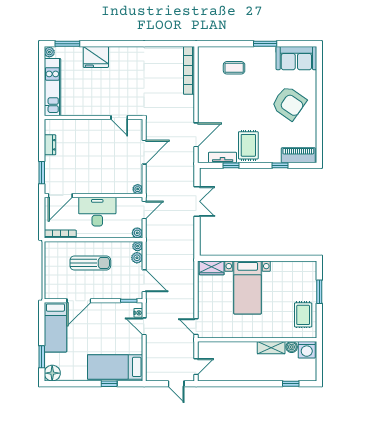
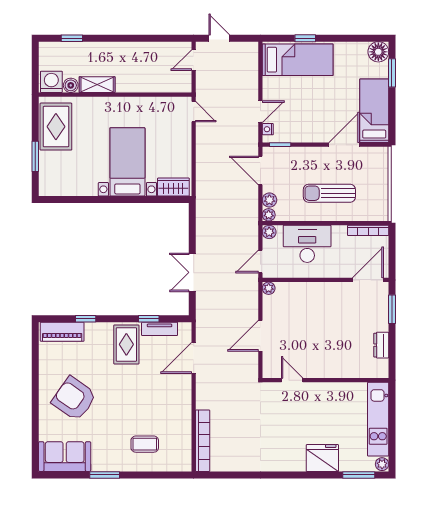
desk: (97, 212) -> (307, 244), moved, turned 180
rug: (303, 315) -> (56, 127), width x1.36, depth x1.43
door: (144, 326) -> (260, 112), hinge flipped

